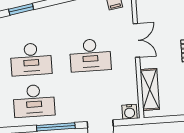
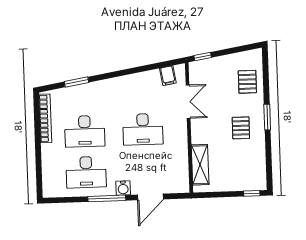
double door: (136, 40) -> (188, 102), moved
water cooler: (130, 112) -> (123, 188), moved

